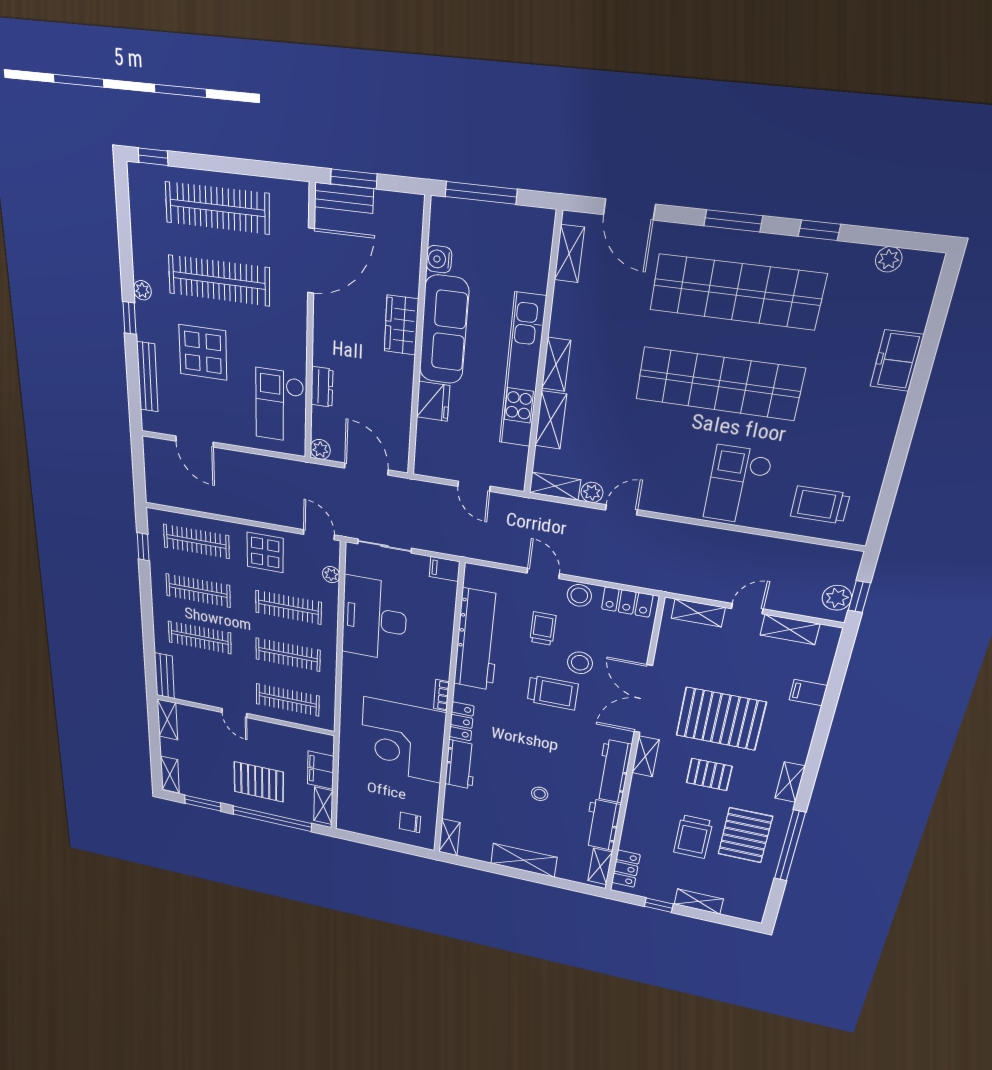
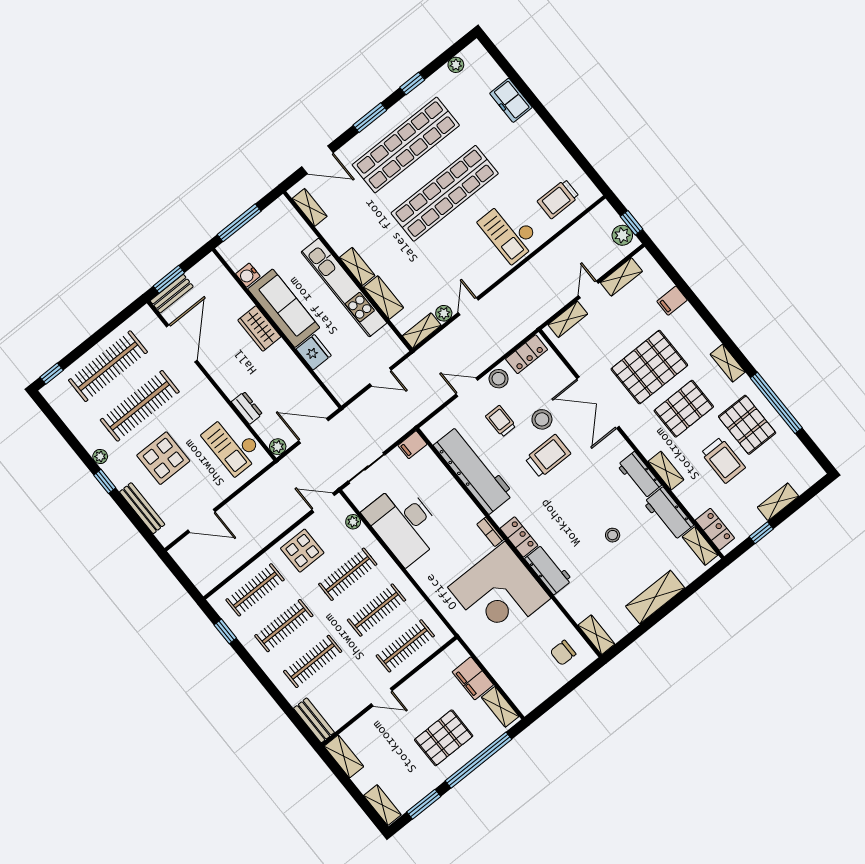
shelving: (646, 756) -> (666, 471), moved
workbench: (613, 771) -> (639, 475), width x0.73
pallet: (709, 774) -> (684, 409), width x1.50, depth x1.42

